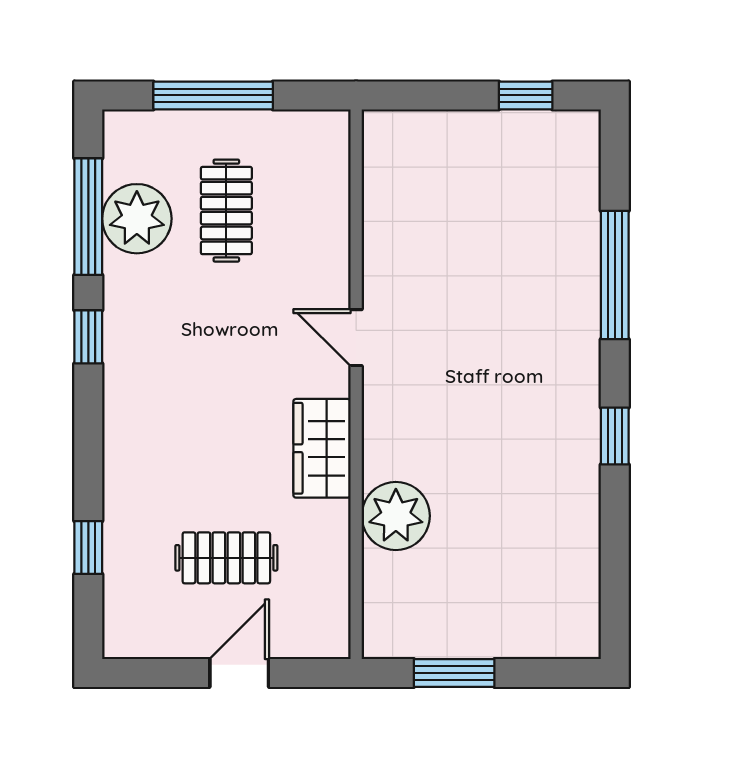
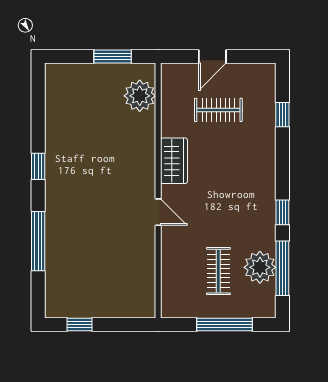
plant: (396, 516) -> (140, 96), moved

